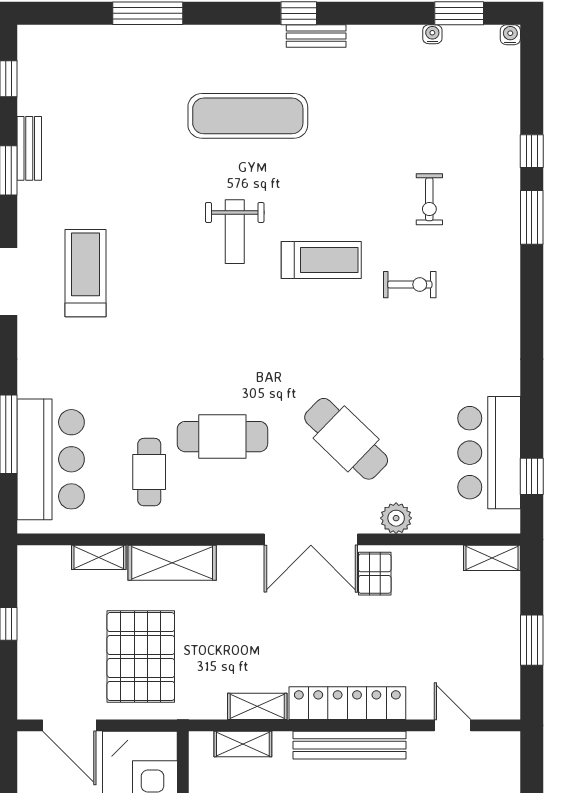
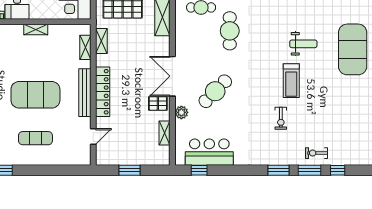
exercise mat: (248, 116) -> (353, 49), width x1.47
exercise bike: (429, 199) -> (317, 153), moved
weight bench: (235, 232) -> (303, 44), turned 180
window: (532, 290) -> (279, 170), added
cafe table: (222, 437) -> (230, 31), moved
shelving: (492, 558) -> (165, 133), moved
shelving: (257, 706) -> (101, 41), moved

